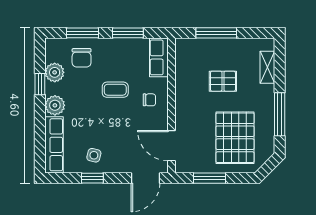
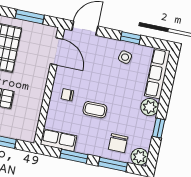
row of seats: (159, 57) -> (58, 140), moved, turned -90
chair: (82, 58) -> (118, 143), turned 180
plant: (55, 72) -> (139, 157), moved

